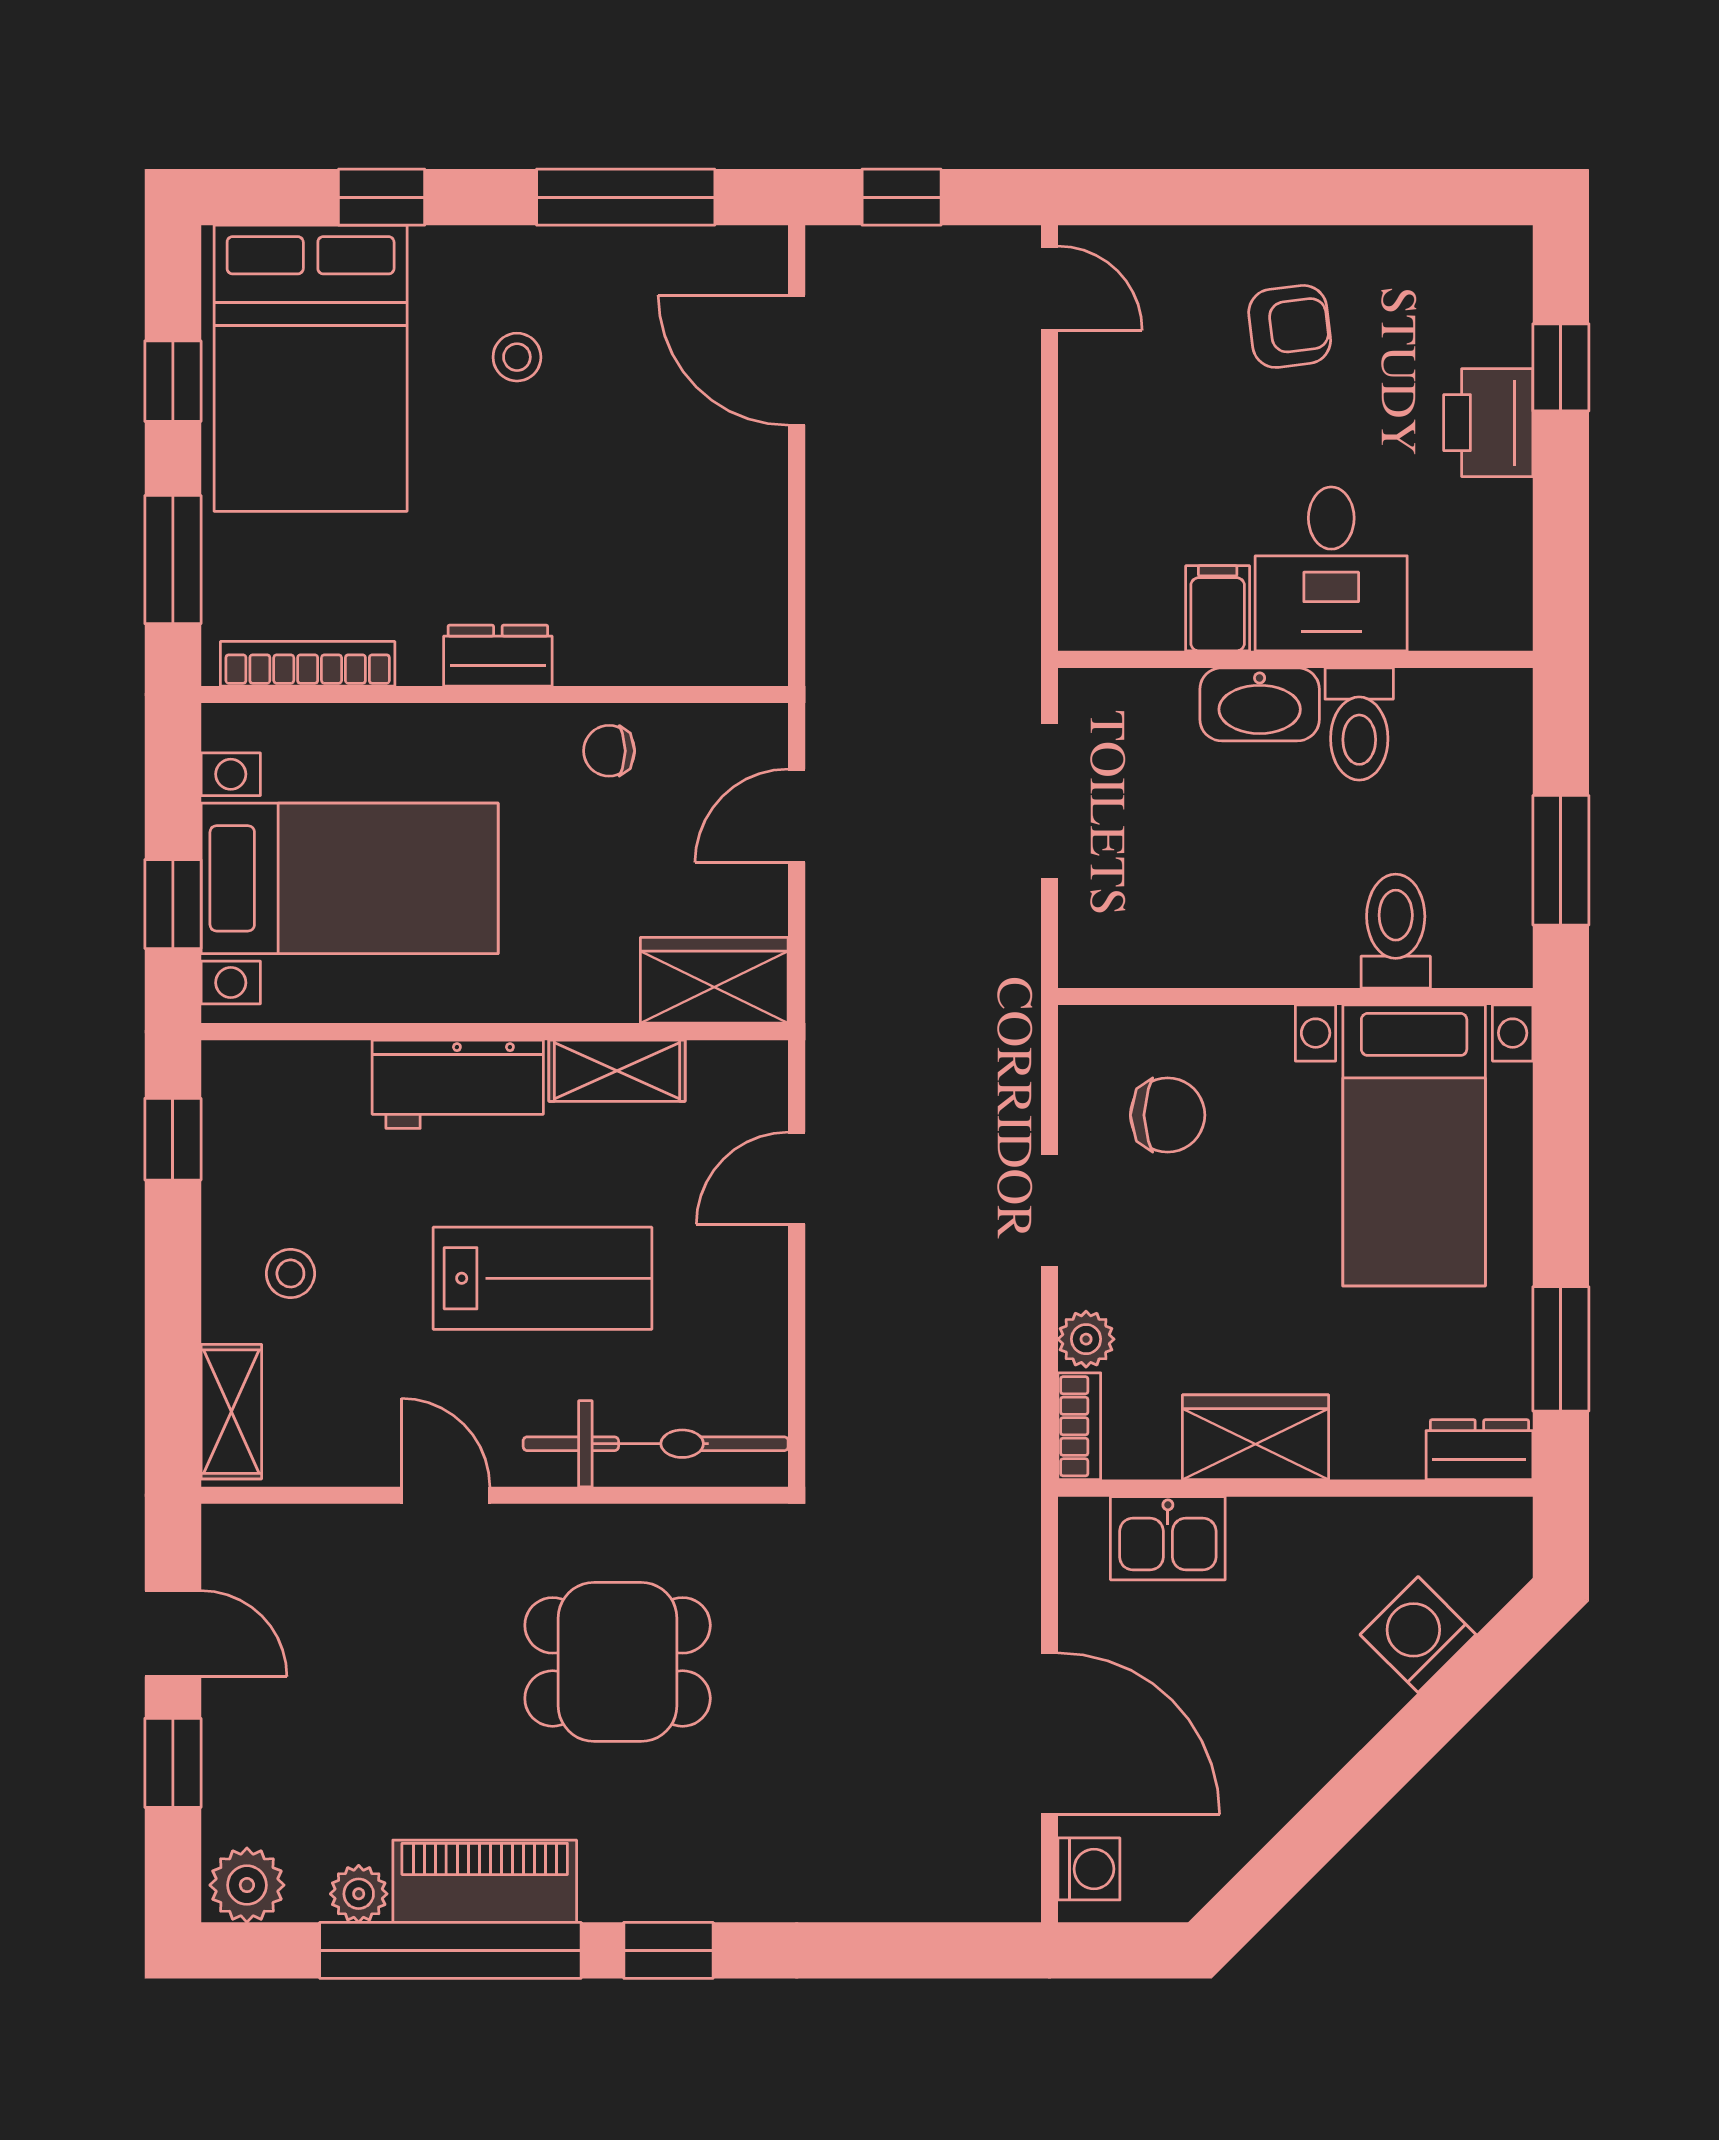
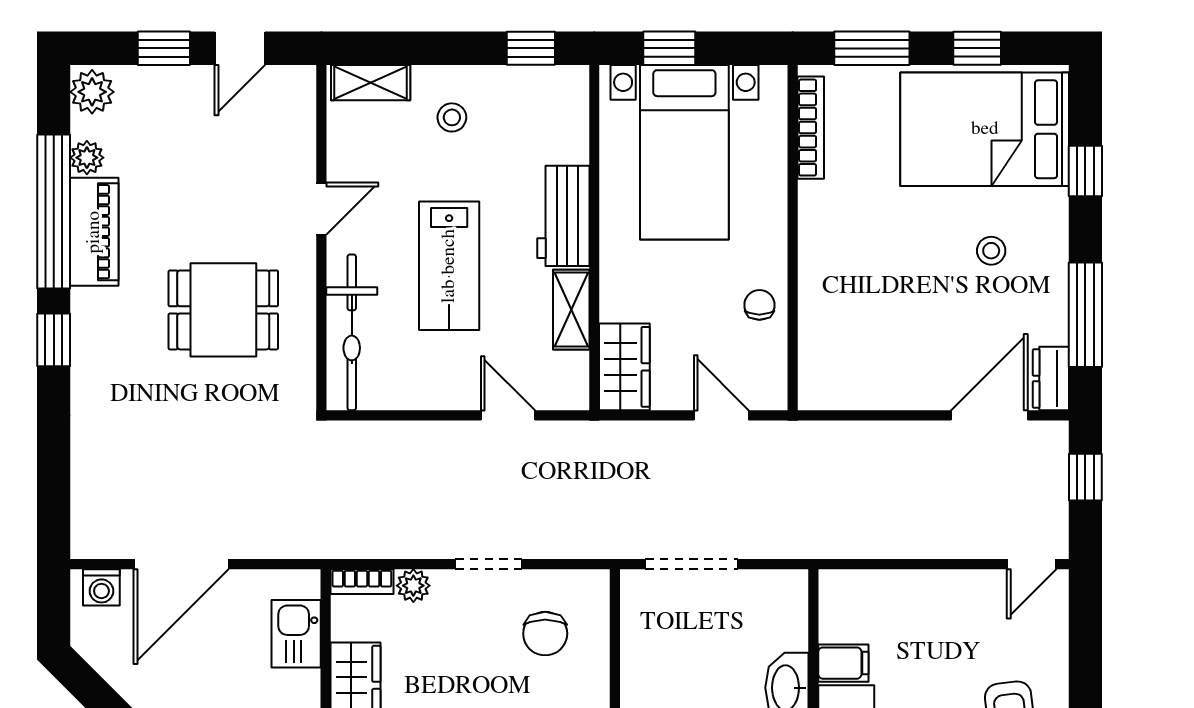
dresser: (498, 656) -> (1051, 378), moved, turned 180
doorway: (1050, 801) -> (692, 564), moved
dining table: (618, 1662) -> (223, 310), turned 90

